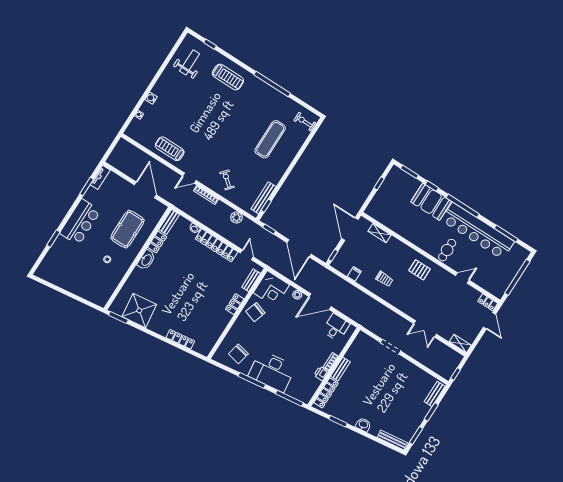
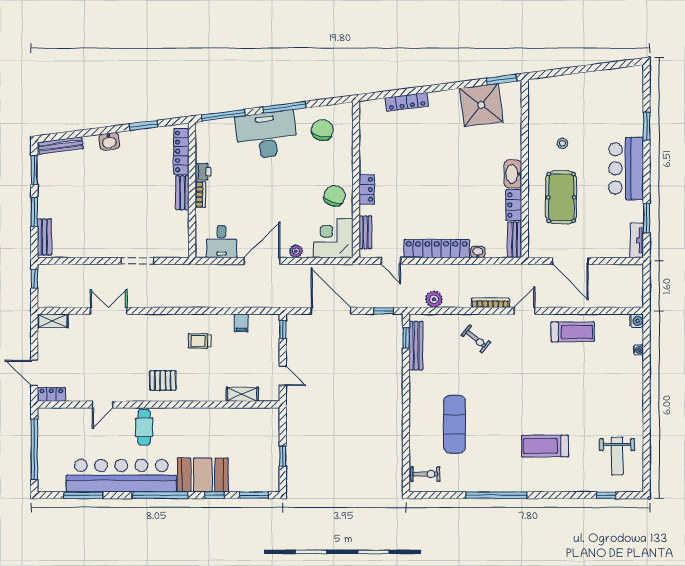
treadmill: (228, 77) -> (545, 446), moved
water cooler: (151, 98) -> (637, 321), moved
door: (350, 229) -> (283, 376), width x0.53

